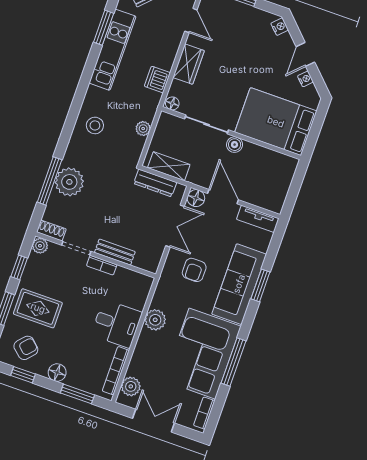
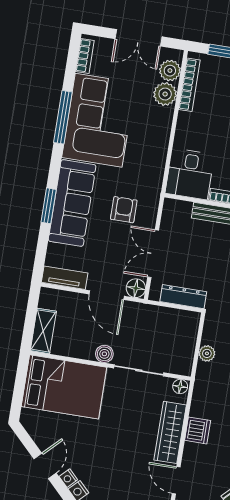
wardrobe: (189, 64) -> (170, 432), width x1.50
nightstand: (305, 79) -> (68, 478), moved
dishwasher: (157, 80) -> (198, 430), moved
shelving: (169, 166) -> (43, 331), moved, turned 90
plant: (155, 320) -> (165, 94), moved
desk: (117, 324) -> (190, 174), moved, turned -90

